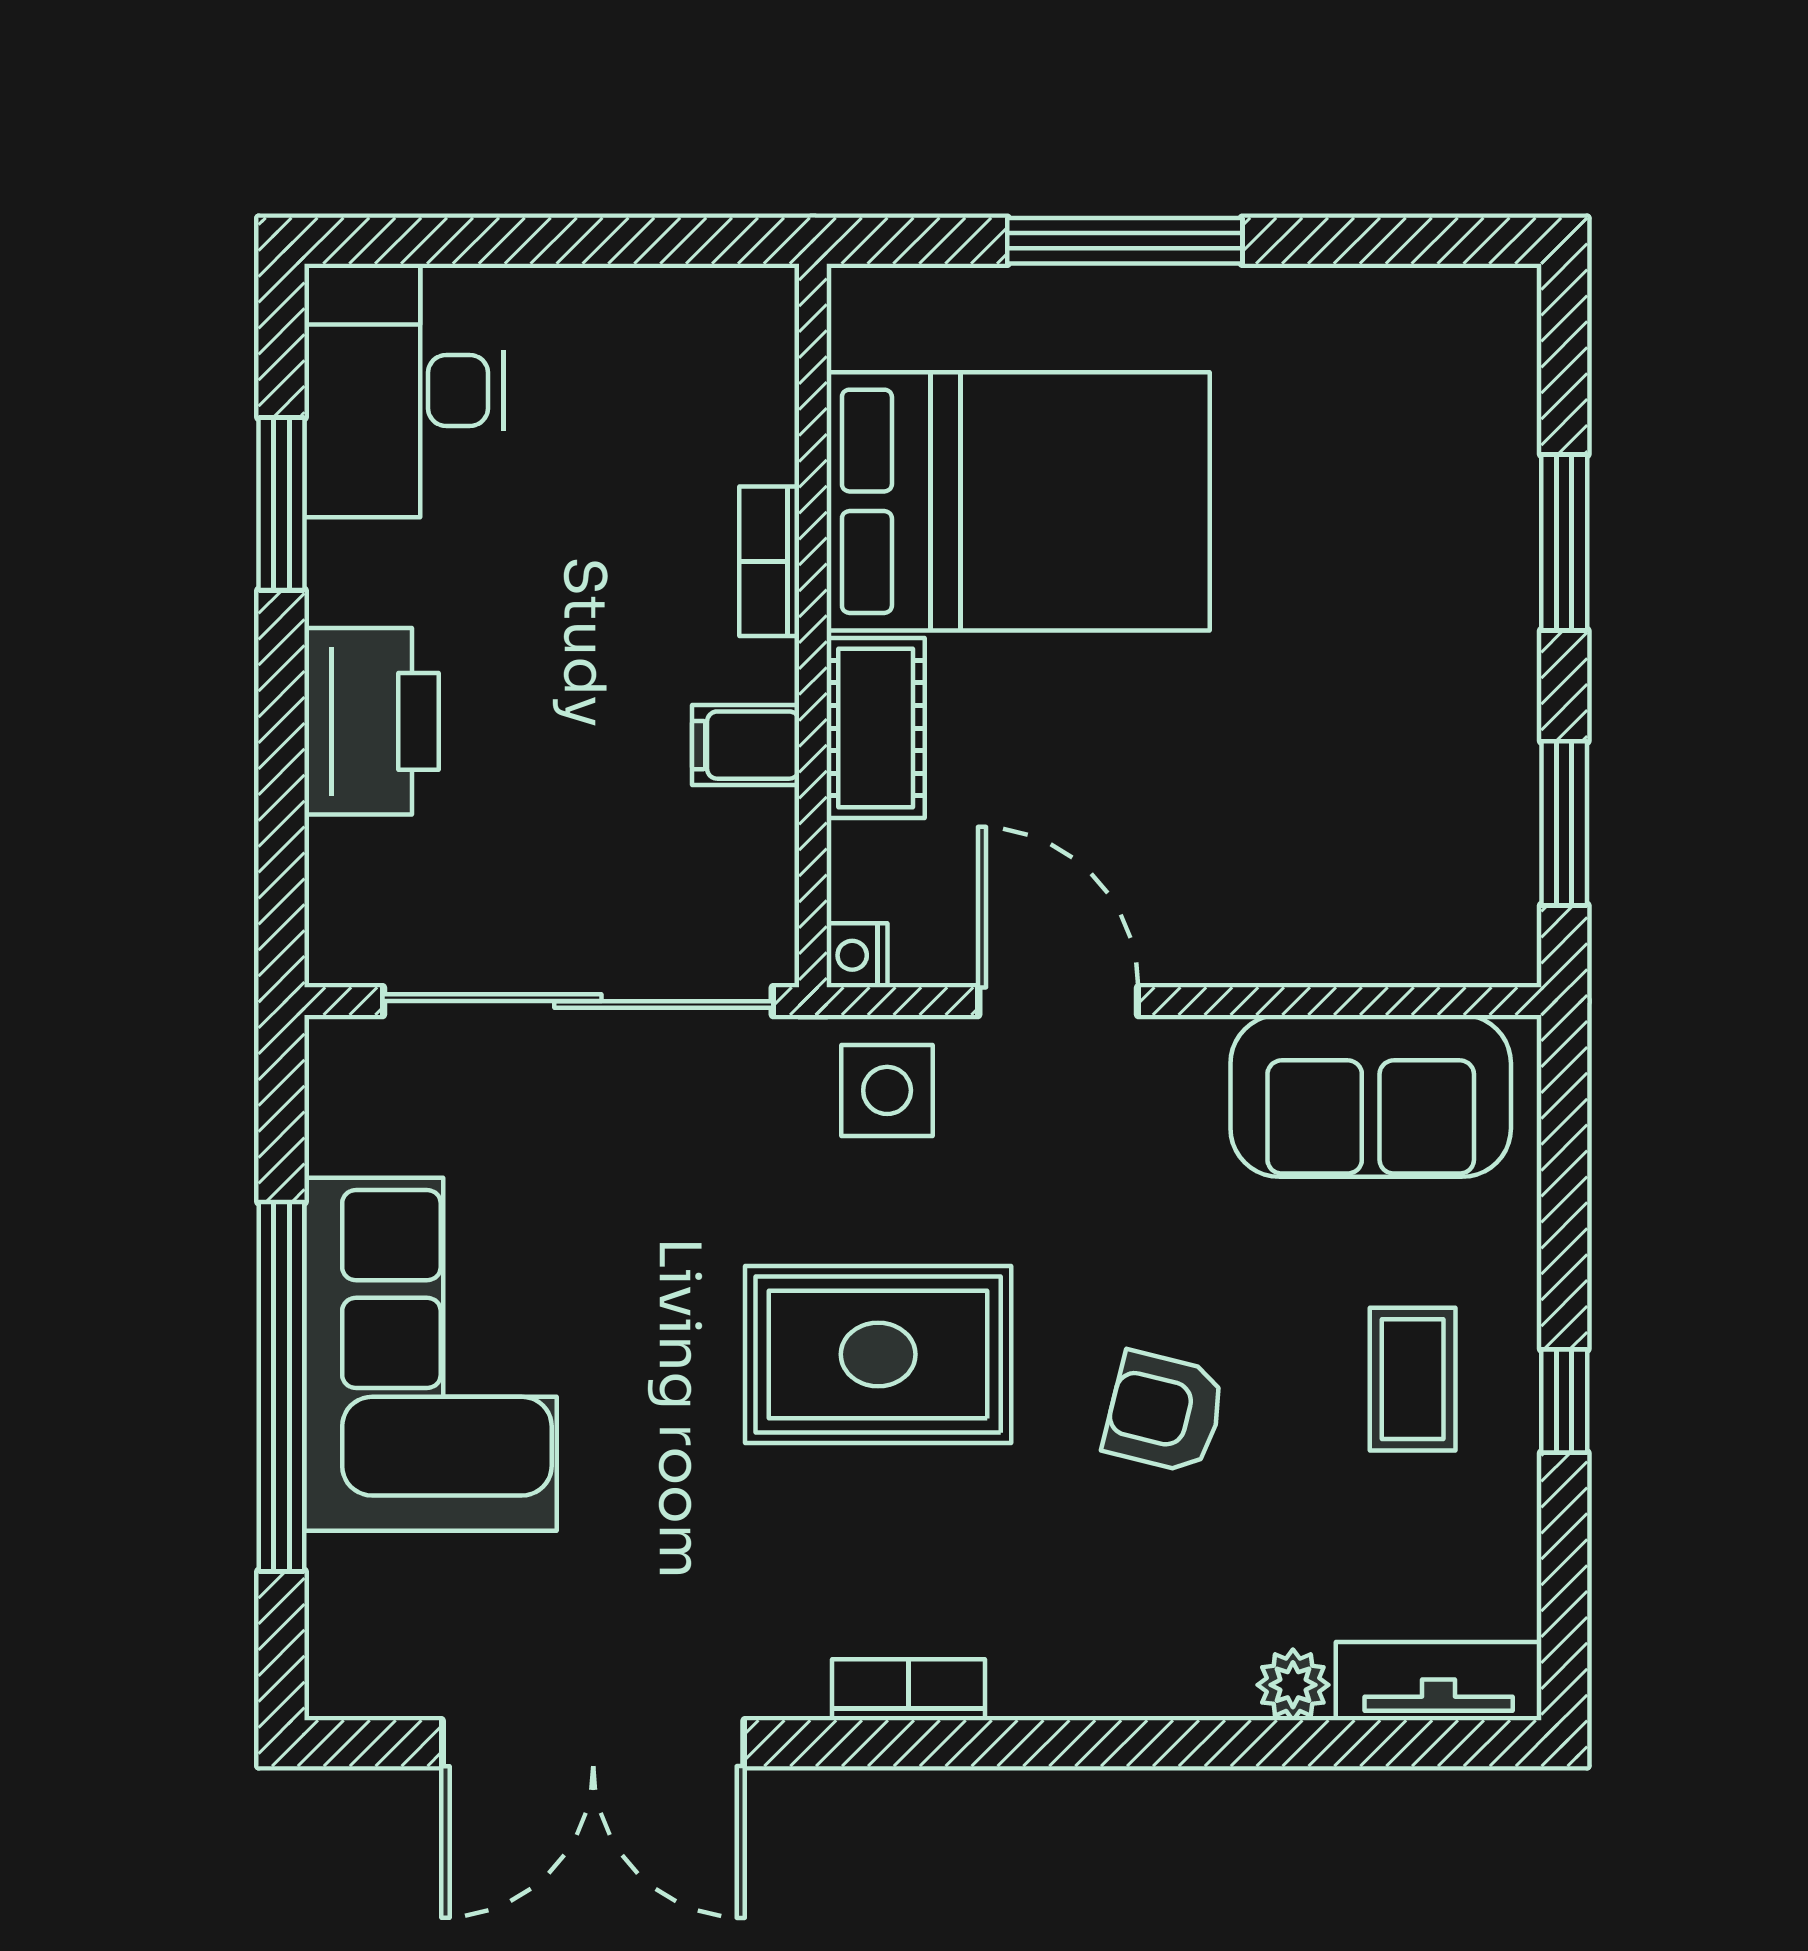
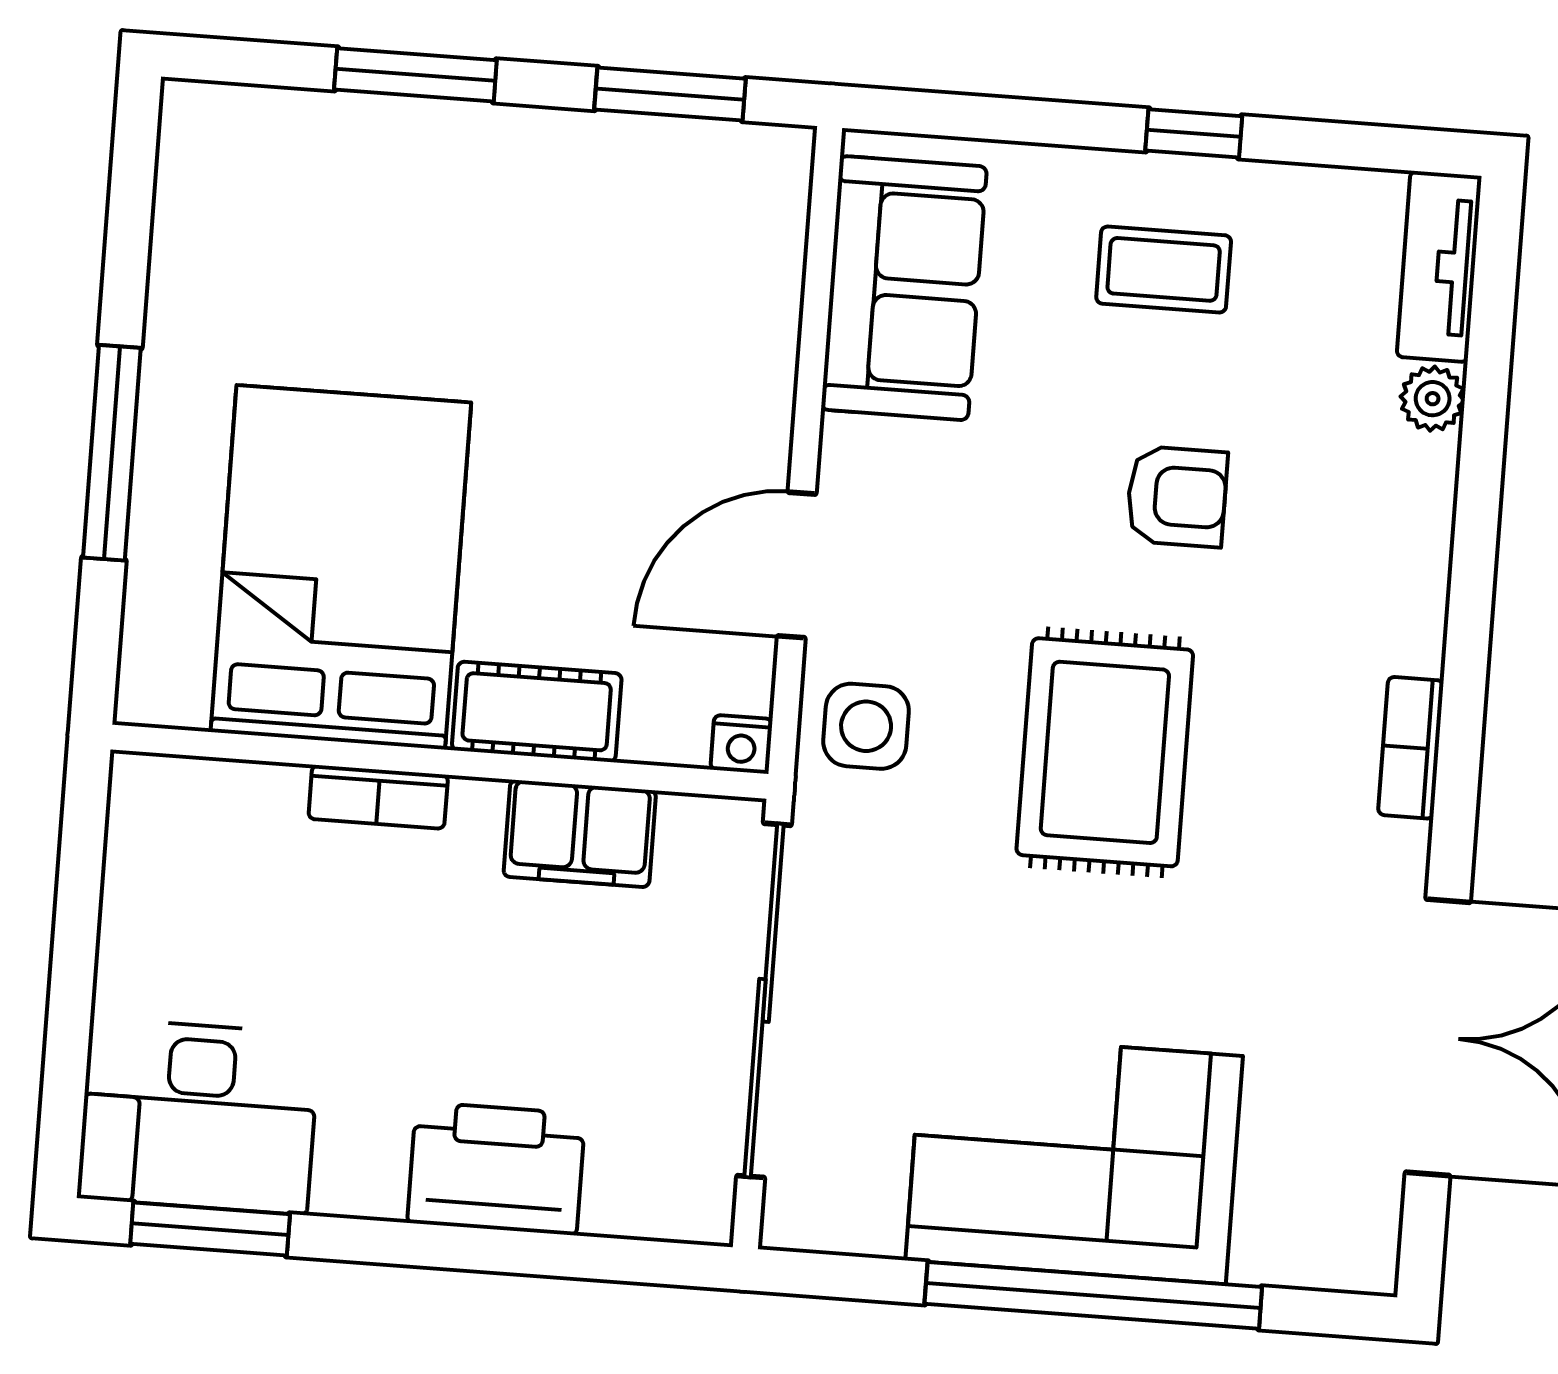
window: (282, 504) -> (210, 1229), moved
filing cabinet: (746, 745) -> (580, 834), width x2.00
armchair: (1165, 1412) -> (1177, 497), turned -104

